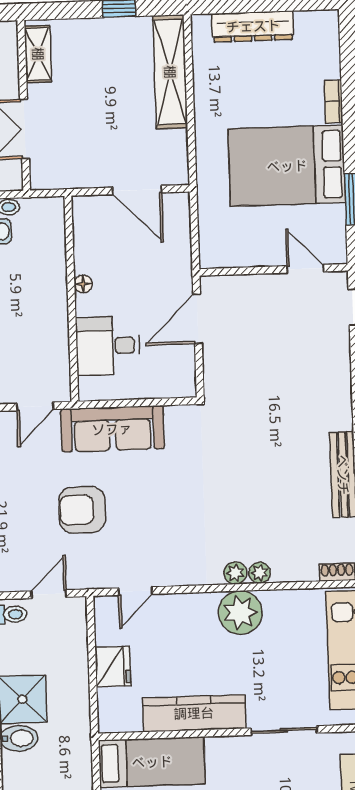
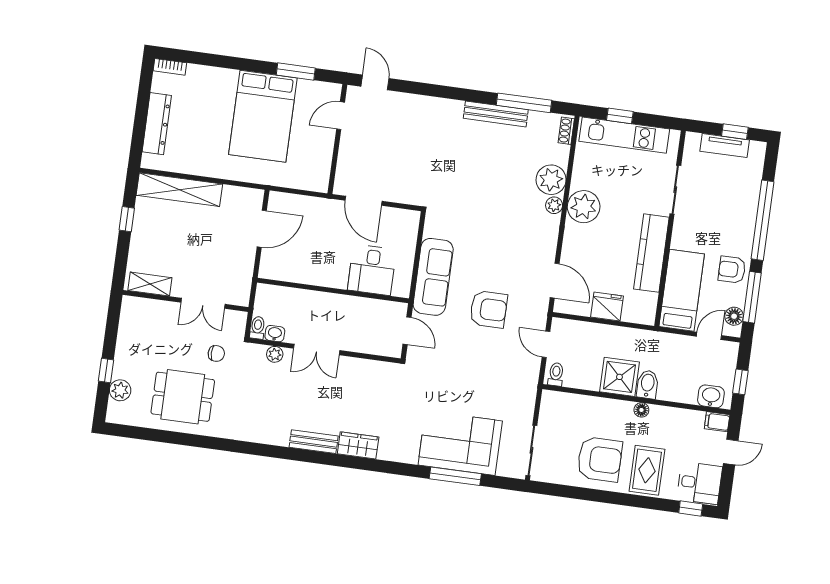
bookcase: (334, 102) -> (170, 67), moved
floor lamp: (83, 284) -> (324, 280), removed
armchair: (82, 510) -> (488, 309), turned -90
plant: (260, 573) -> (551, 180), width x1.88, depth x1.88
door: (135, 591) -> (555, 281), width x1.38

